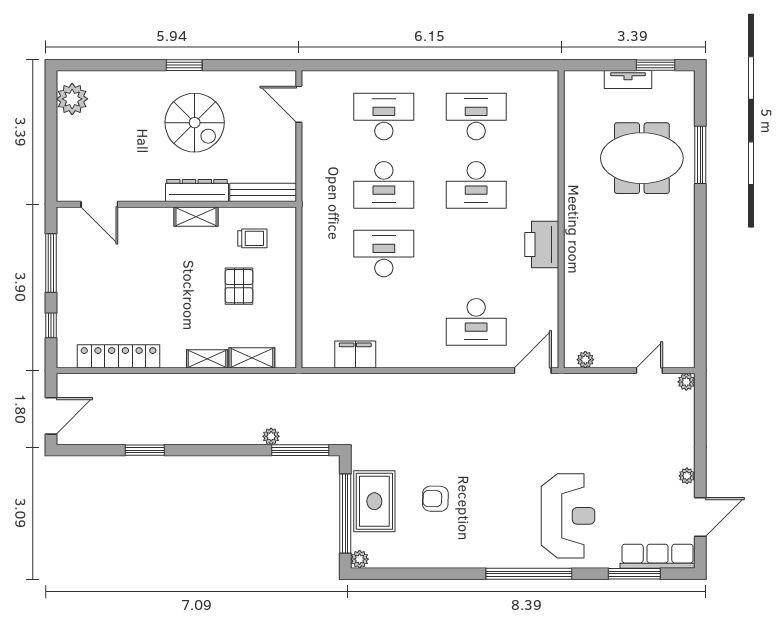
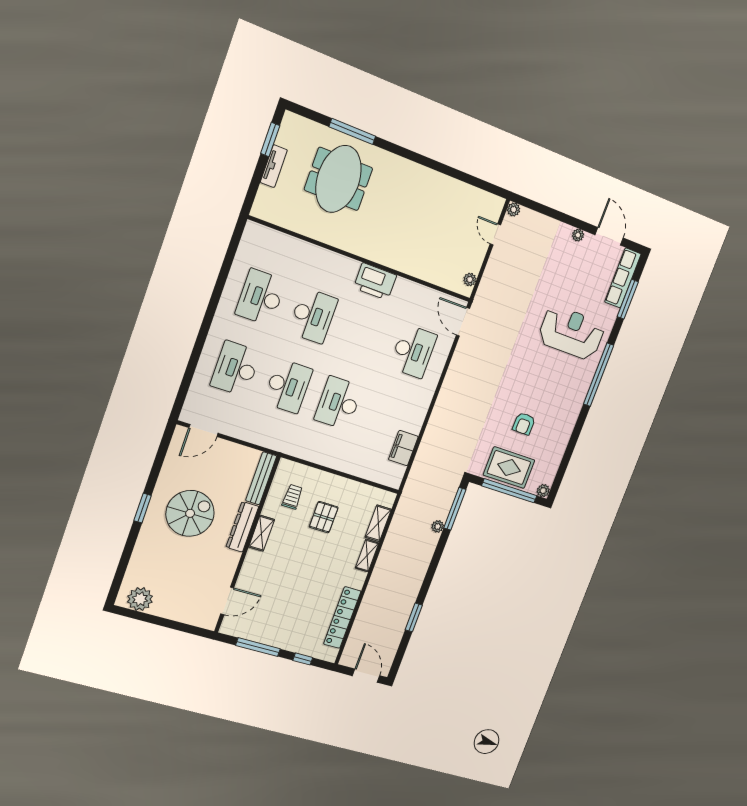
pallet: (239, 286) -> (324, 517), turned 90

